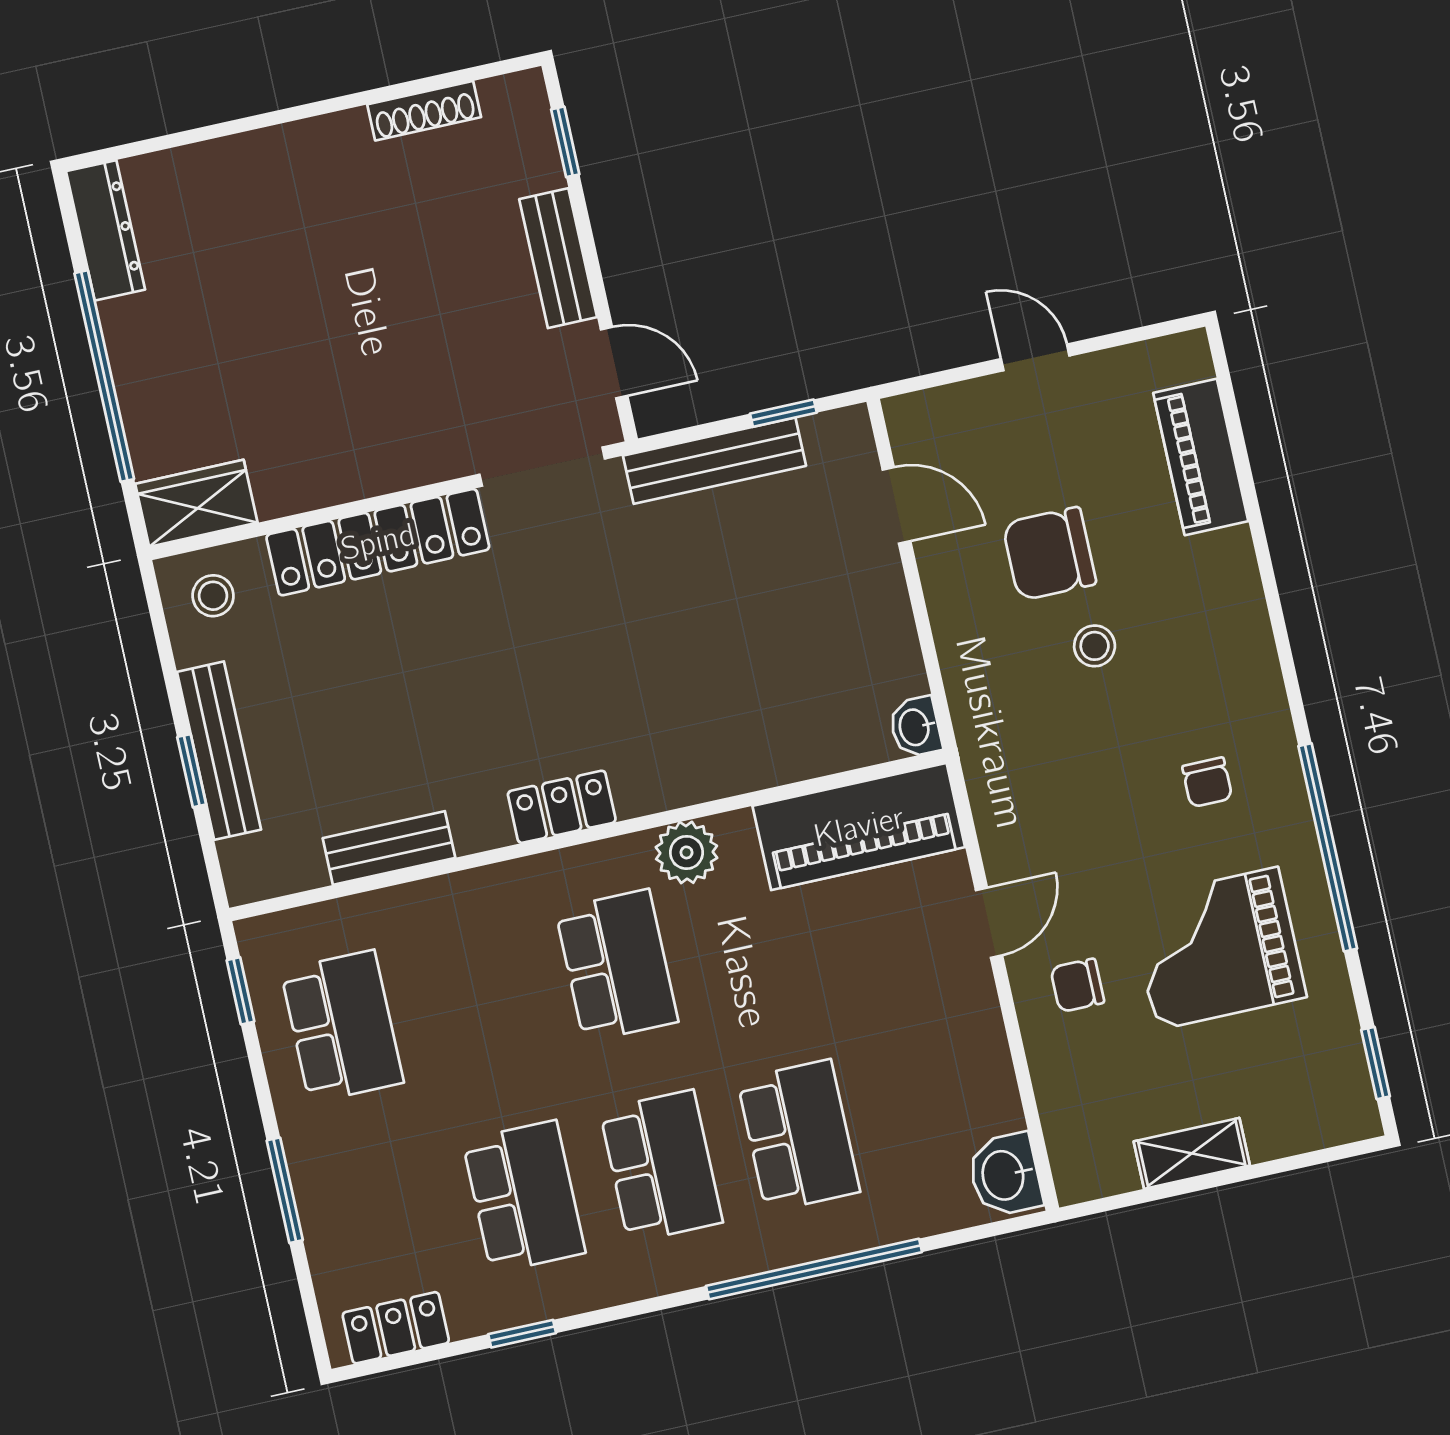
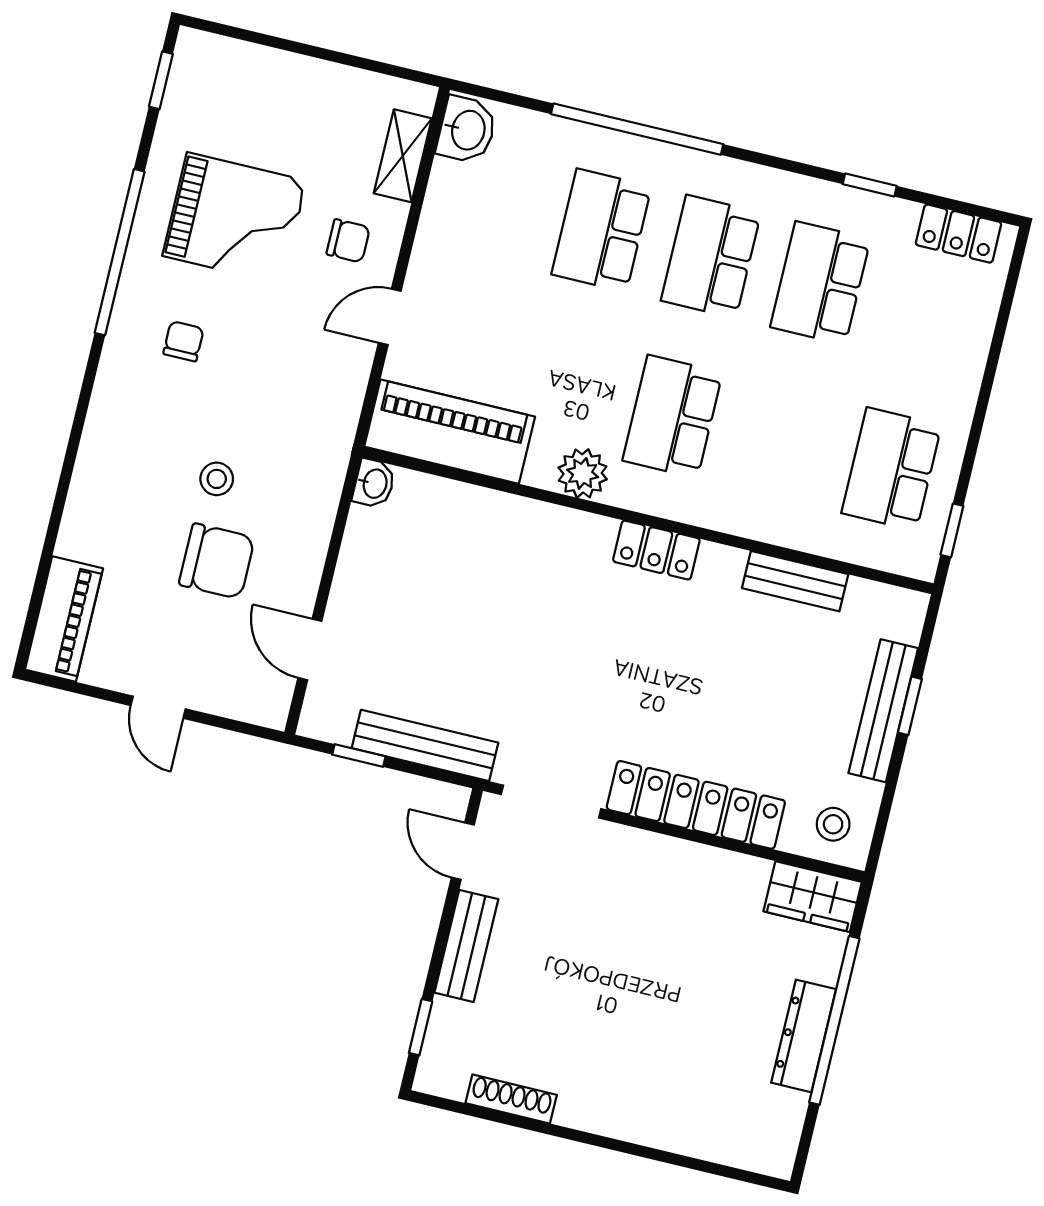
dresser: (106, 230) -> (804, 1036), moved
piano: (1201, 457) -> (64, 619), moved
shelving: (1192, 1153) -> (403, 156), moved, turned 90
window: (285, 1190) -> (990, 371), removed

